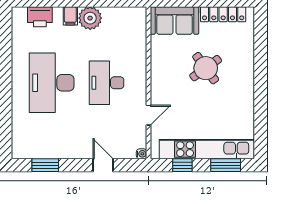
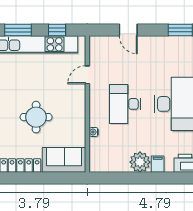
round table: (206, 68) -> (36, 117), turned 36
desk: (107, 83) -> (125, 104), turned 180
water cooler: (142, 154) -> (94, 132), moved

